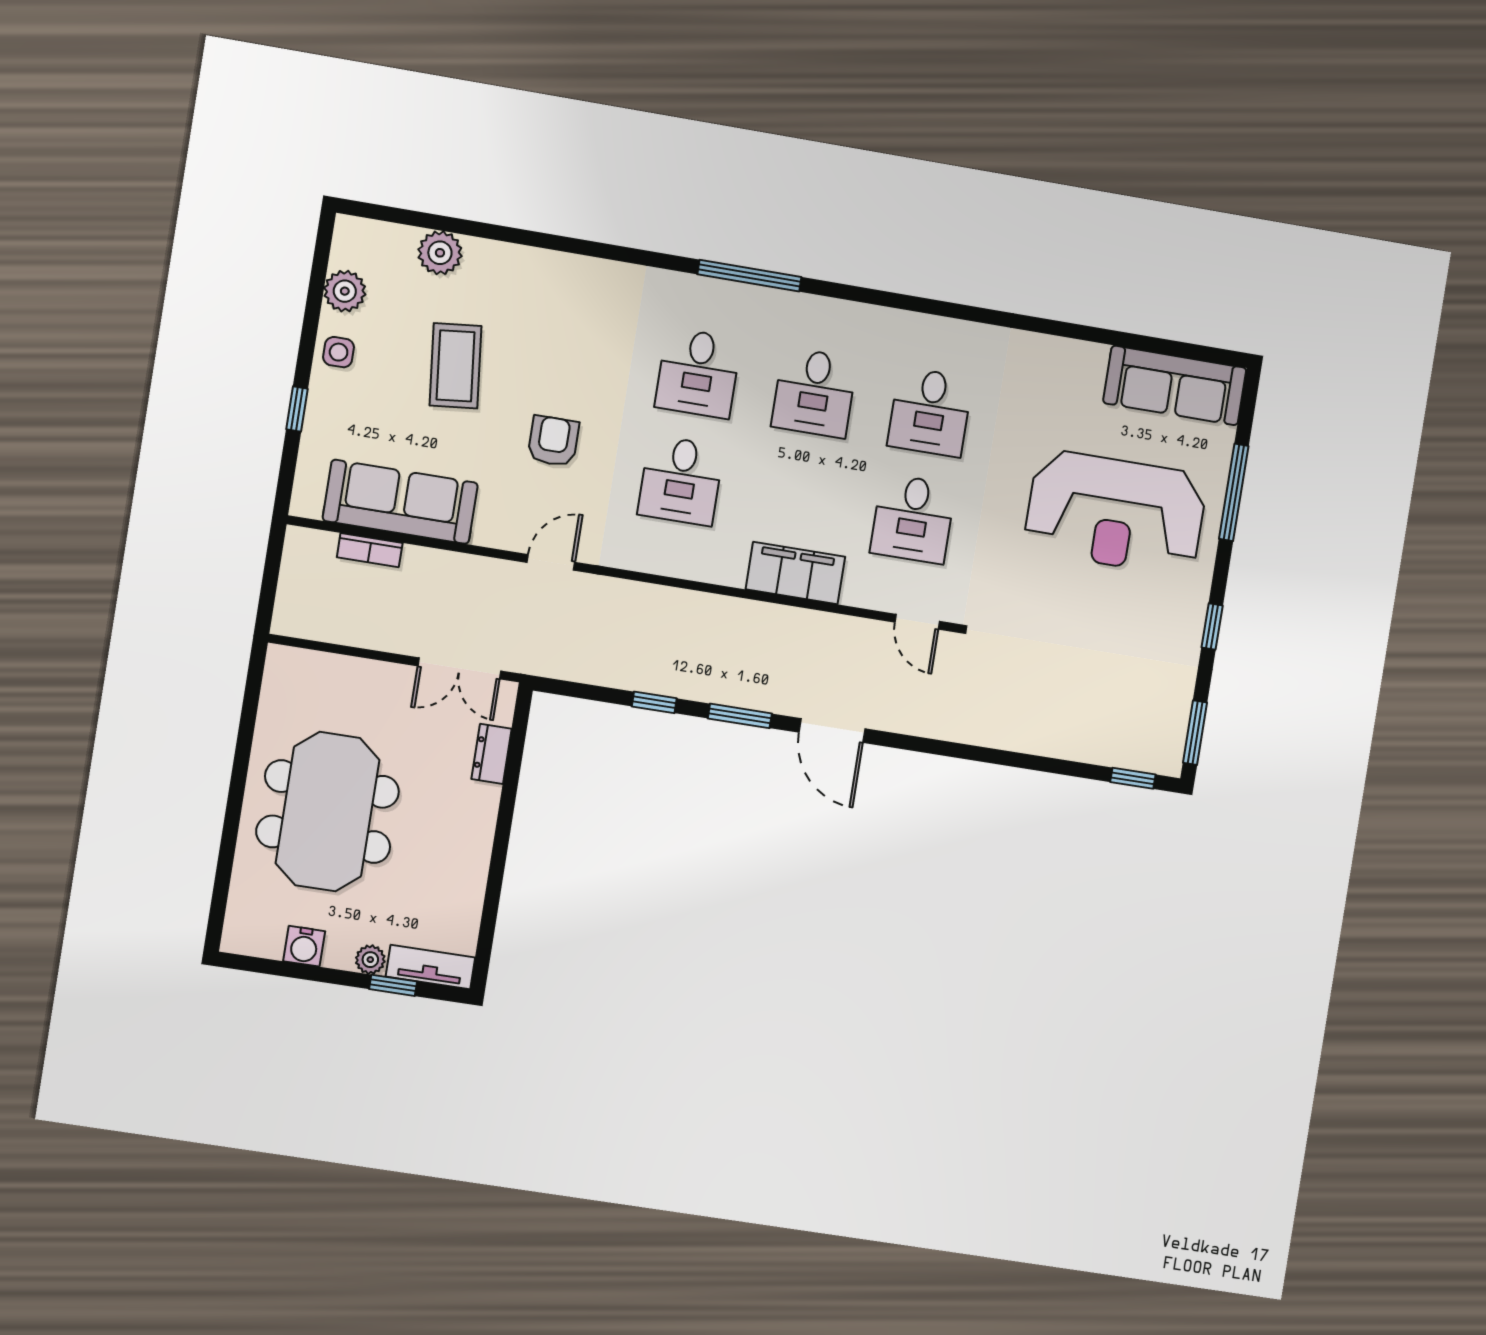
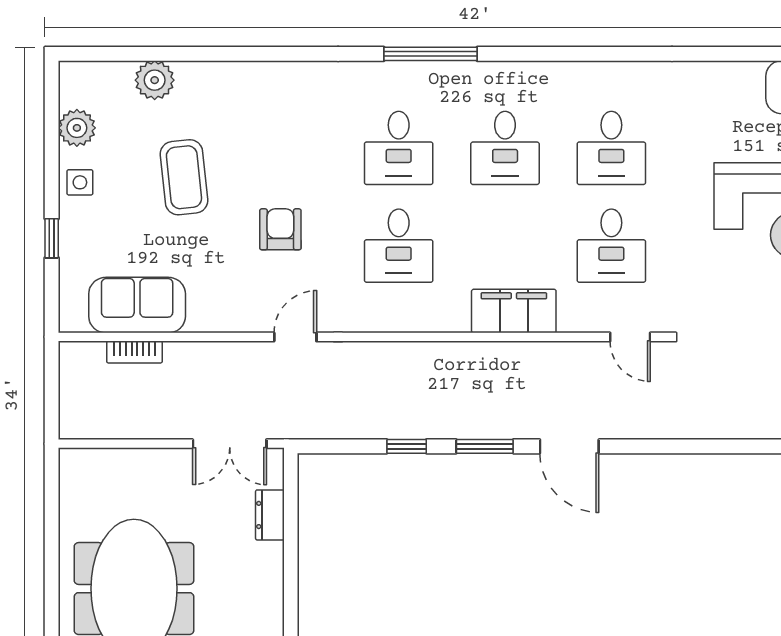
sofa: (400, 502) -> (137, 305), width x0.73

